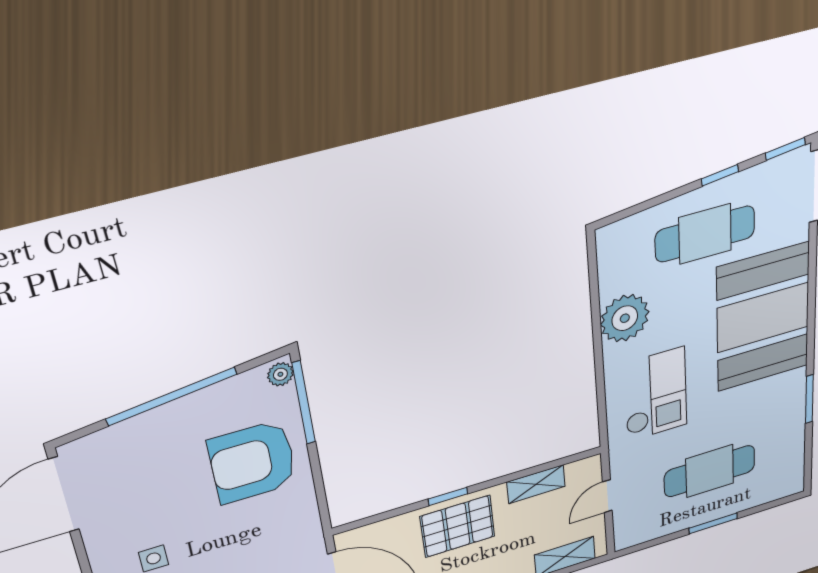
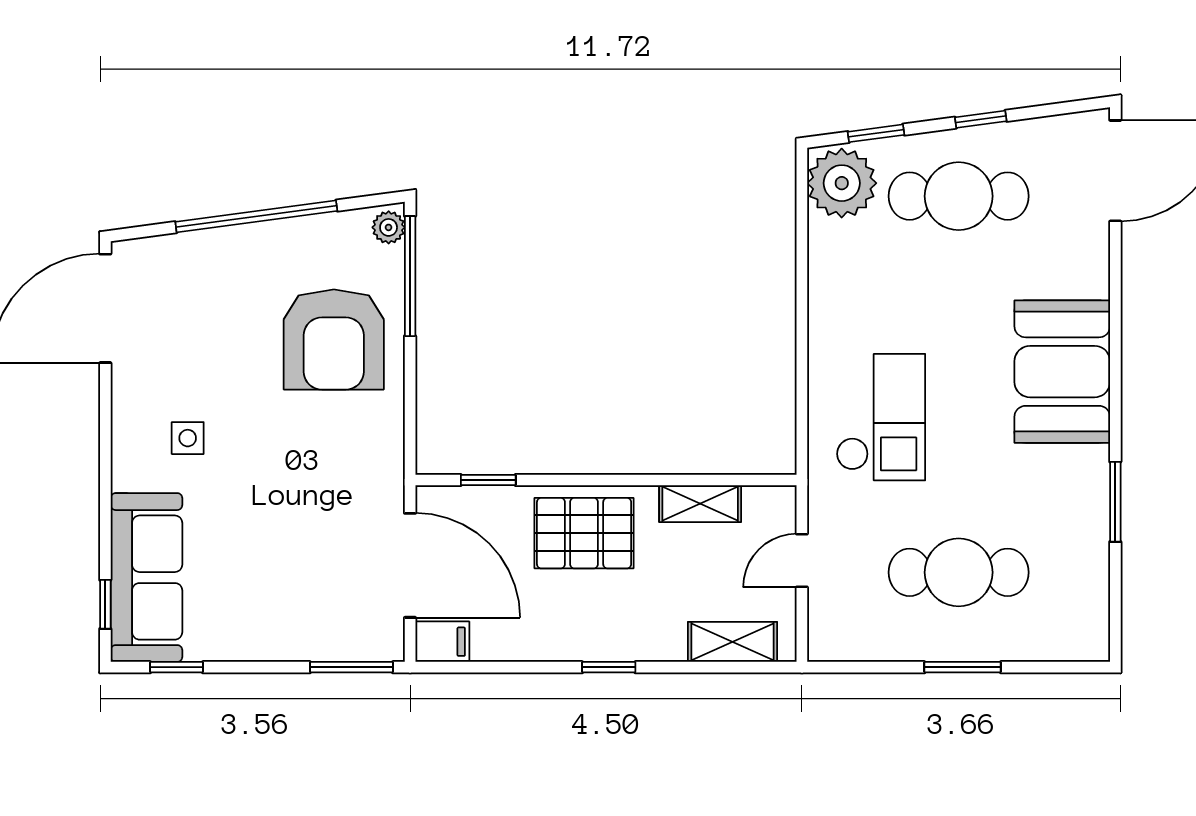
window: (785, 149) -> (876, 133), moved
booth: (763, 317) -> (1062, 372), width x0.73, depth x0.70
plant: (625, 318) -> (842, 183), moved
armchair: (253, 462) -> (334, 339), turned -90
window: (448, 496) -> (488, 480), moved

